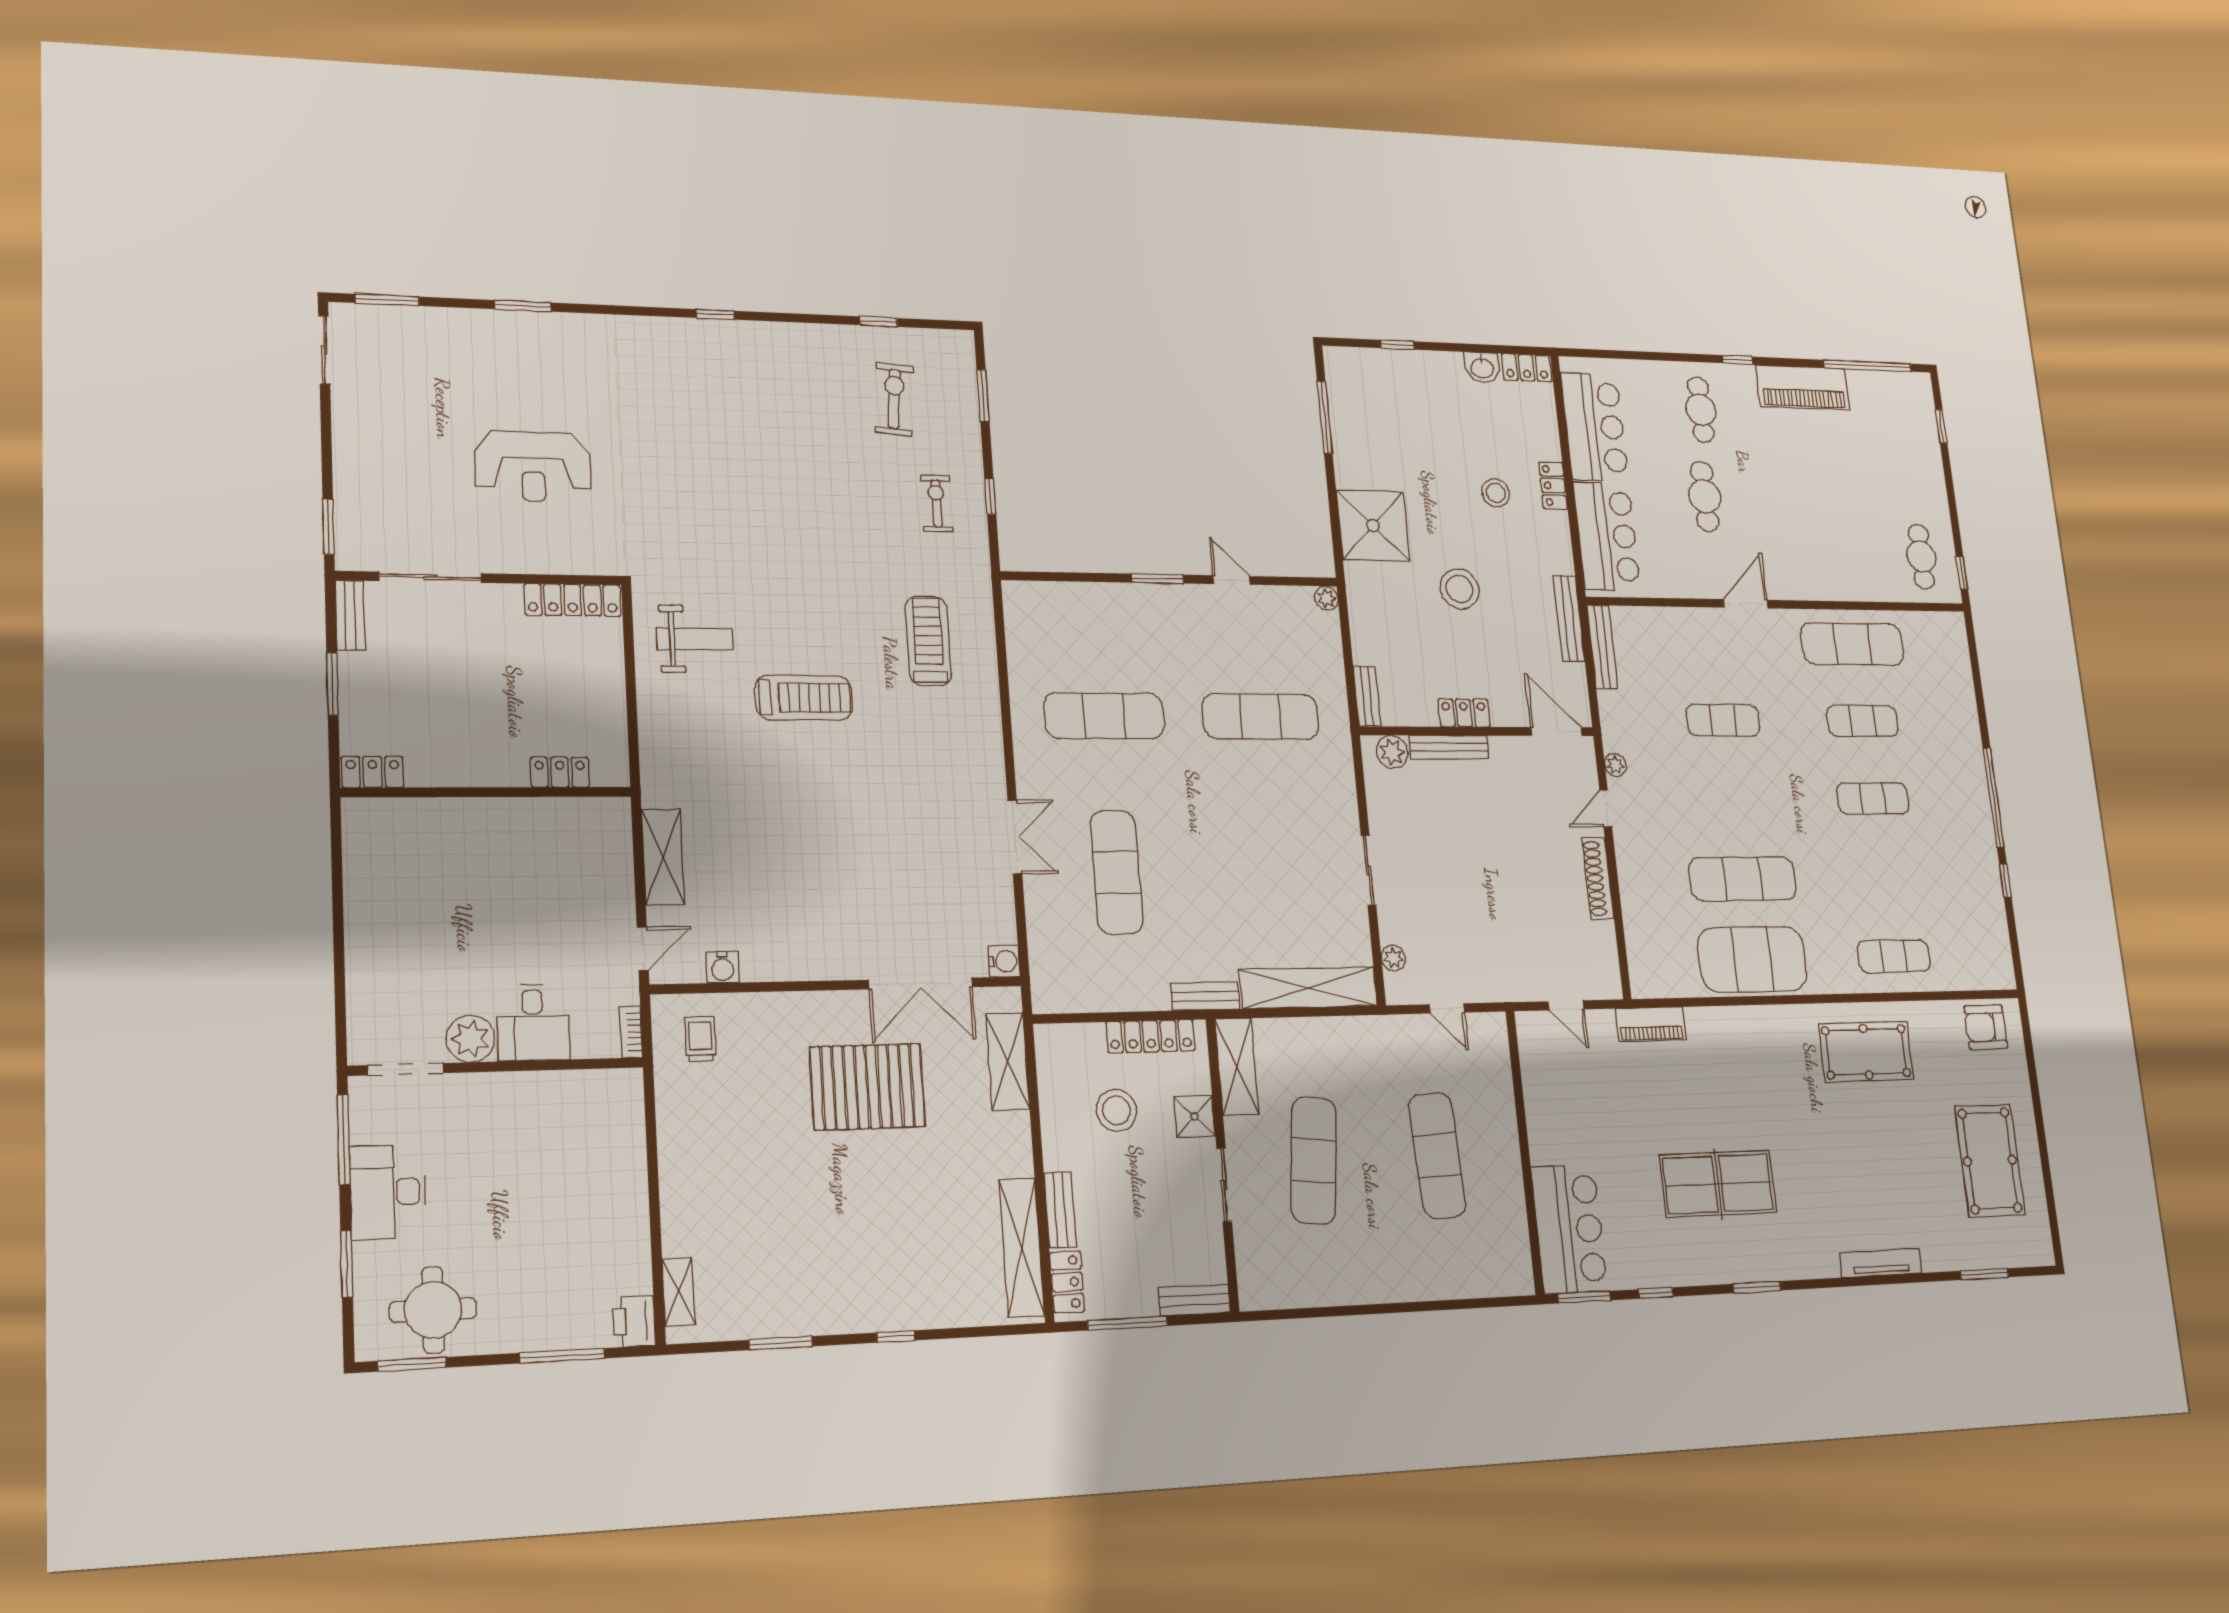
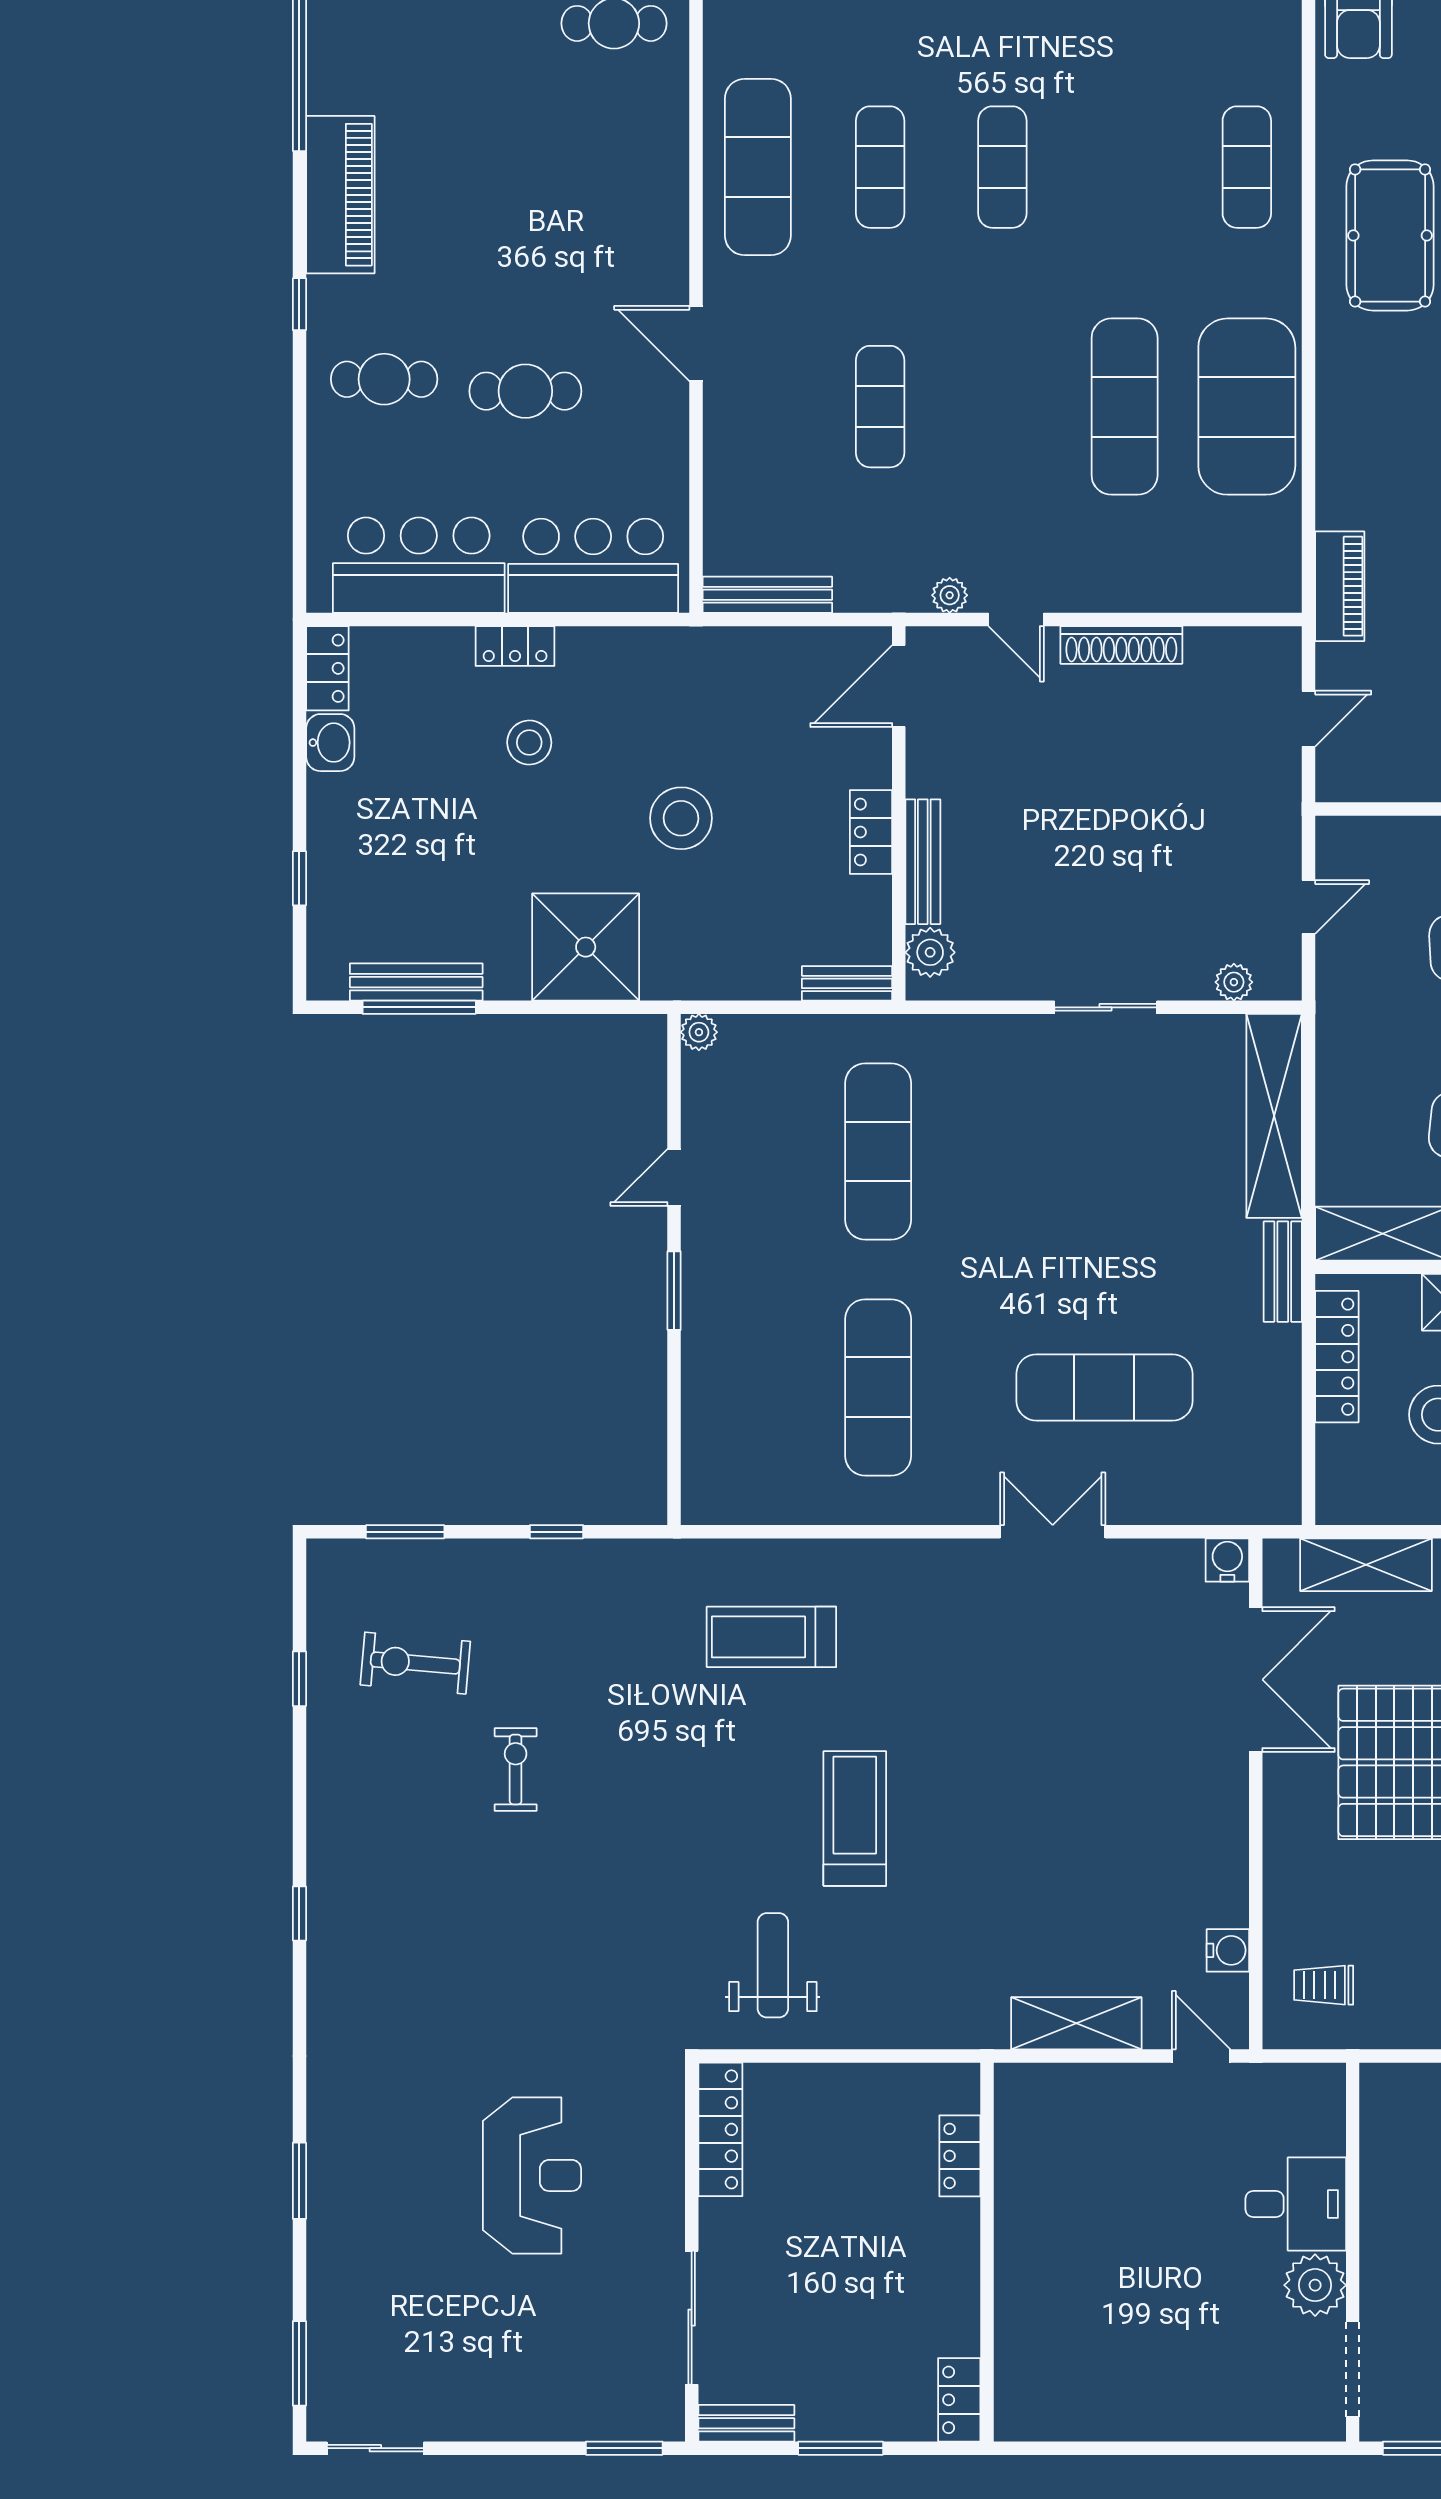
exercise bike: (937, 503) -> (516, 1769), moved, turned 90
bench: (1569, 619) -> (416, 982), moved
bookcase: (631, 1032) -> (1312, 2076), removed

